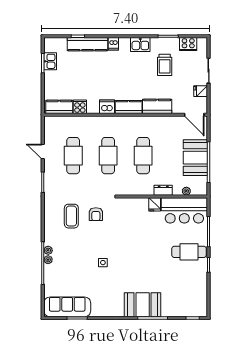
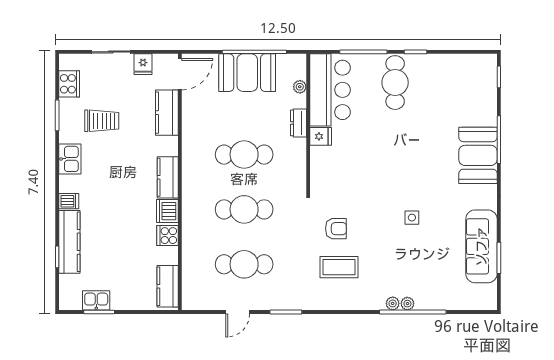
kitchen counter: (157, 106) -> (167, 113), moved
cooker: (80, 107) -> (168, 236), moved
sofa: (67, 307) -> (481, 246), moved

